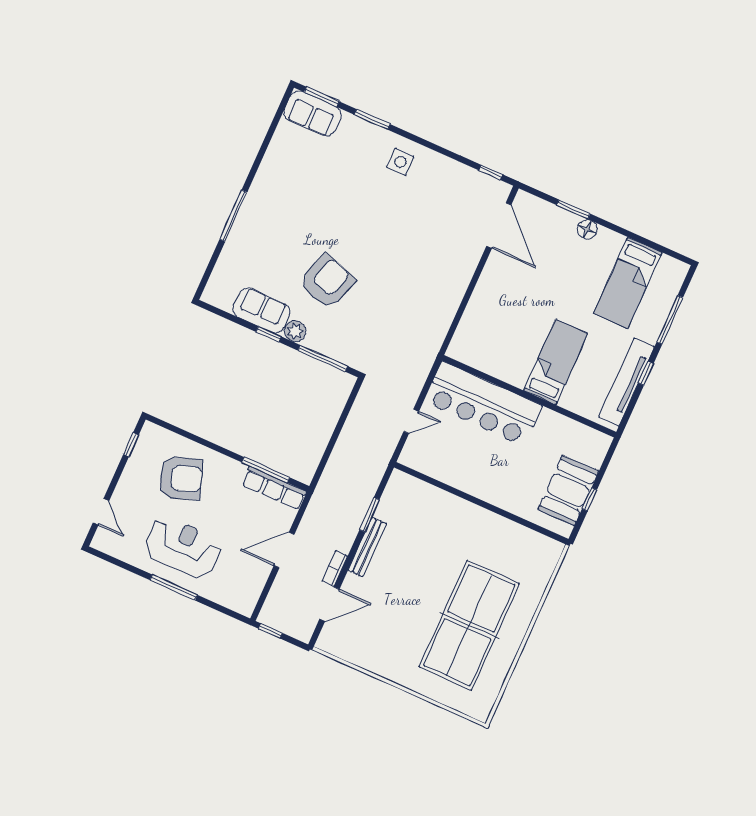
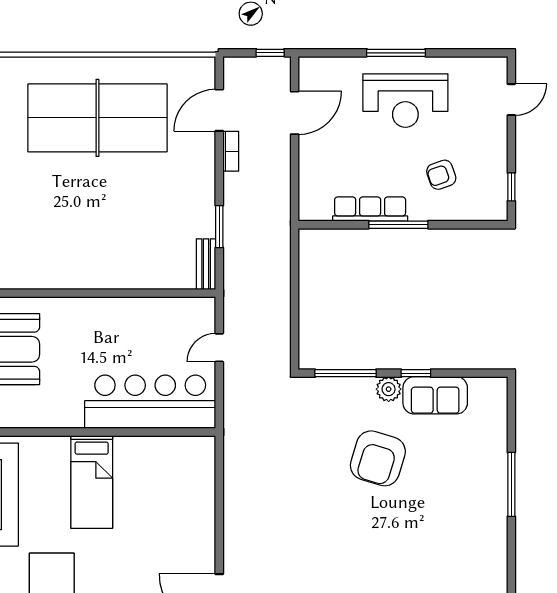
window: (266, 470) -> (398, 225), moved
armchair: (181, 478) -> (441, 175), width x0.53, depth x0.53
row of seats: (274, 488) -> (370, 209), moved
door: (101, 512) -> (511, 100), swing flipped
bench: (367, 547) -> (206, 264), moved, width x0.73
door: (284, 550) -> (295, 113), moved
table tennis table: (469, 625) -> (97, 118), moved, turned 90

